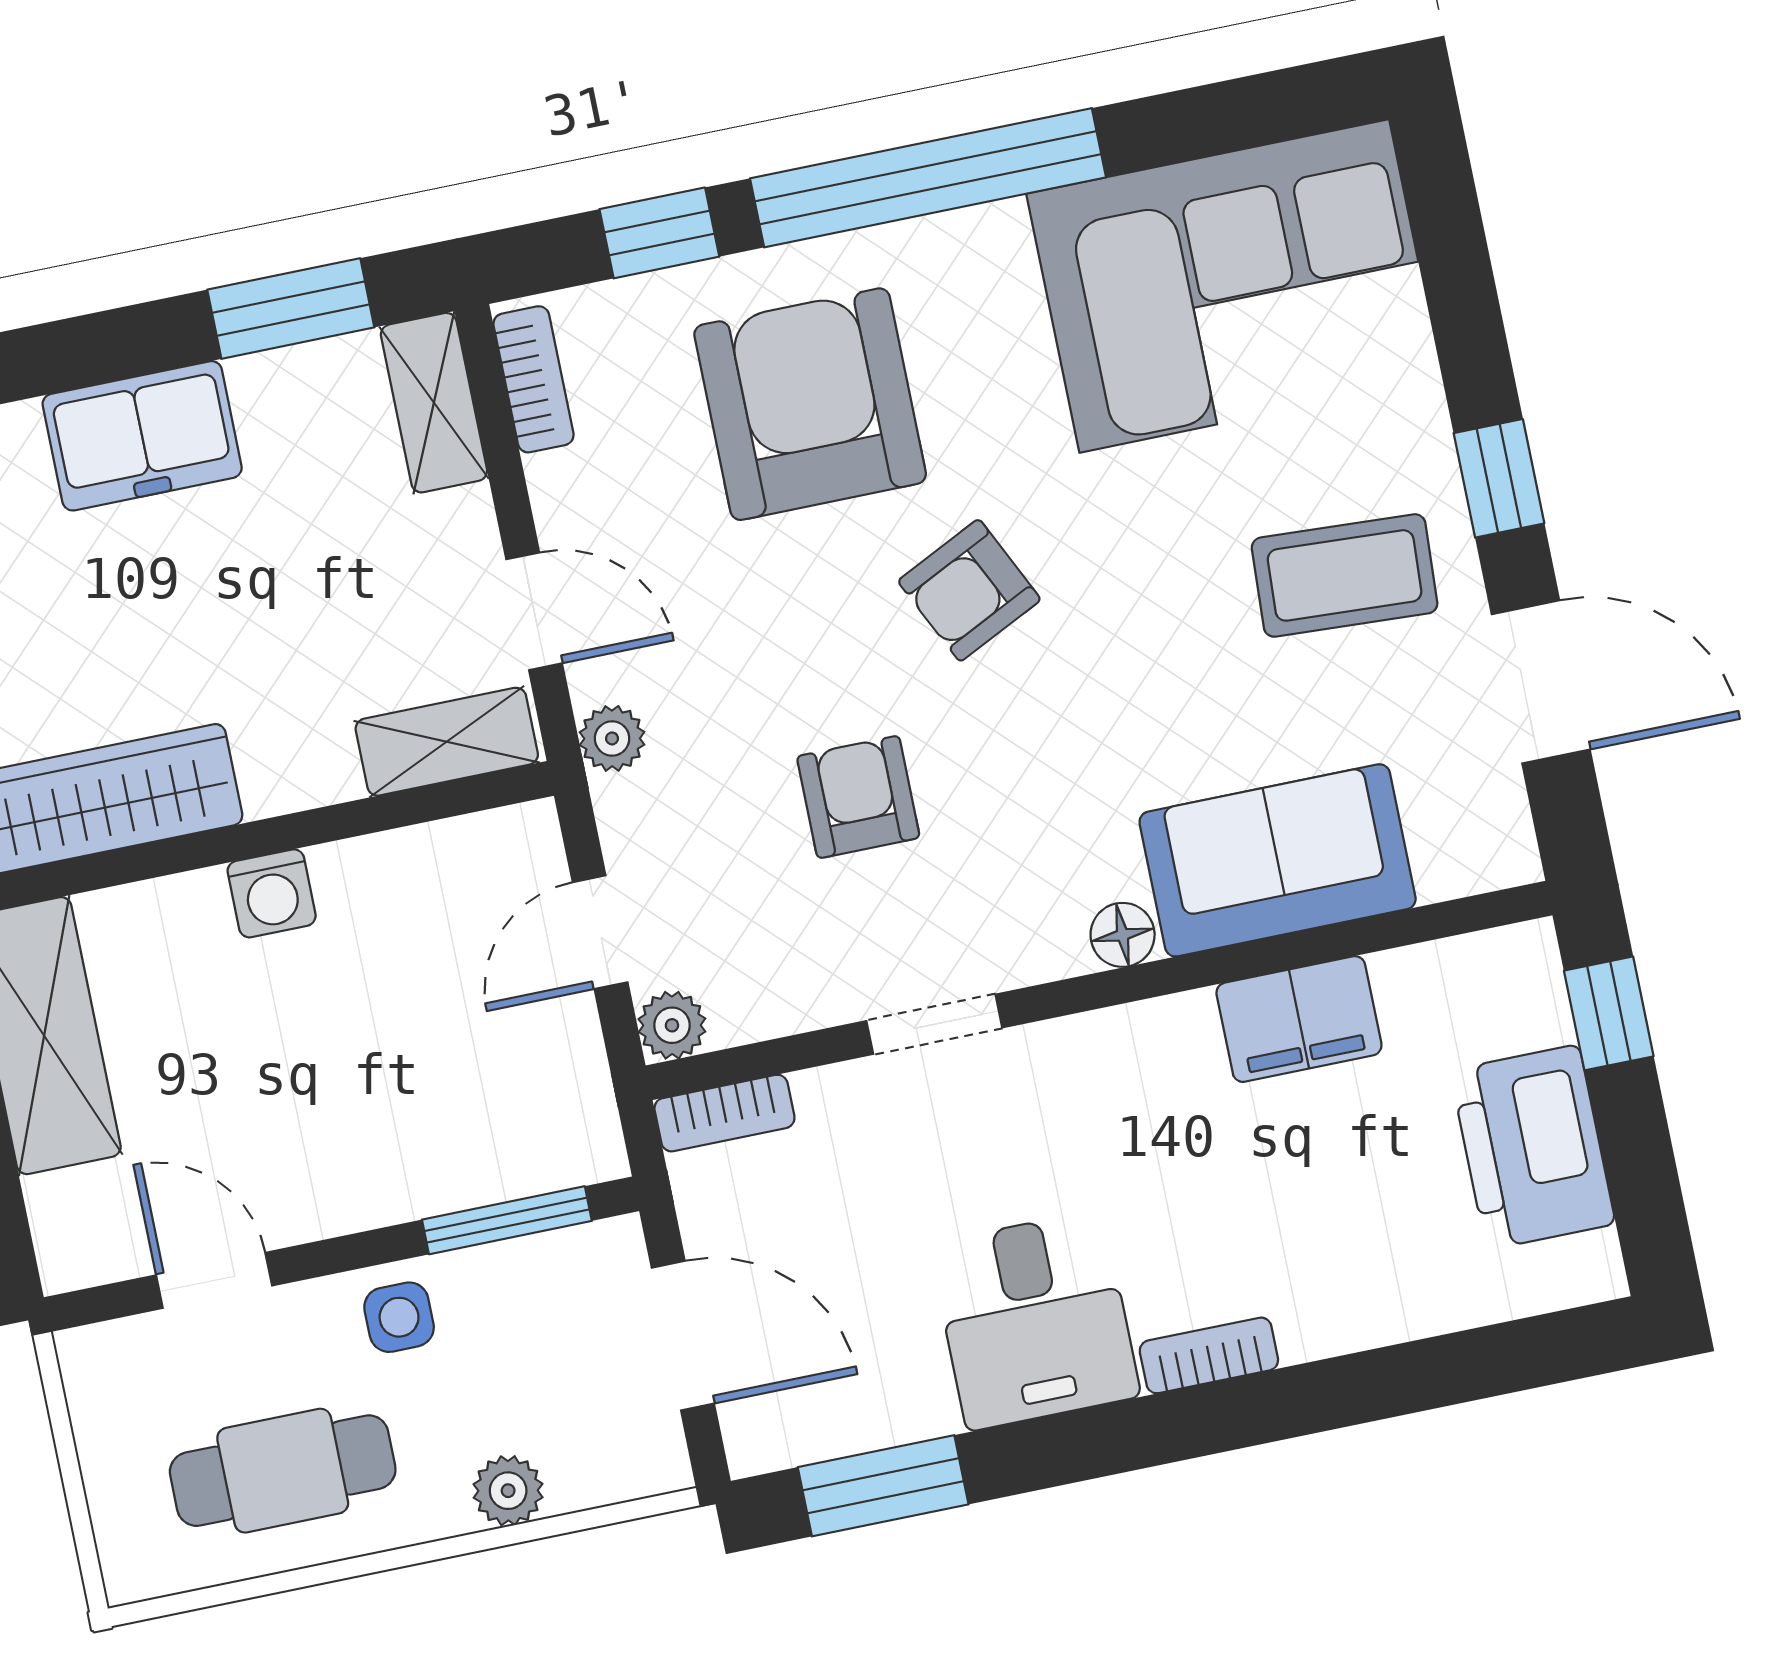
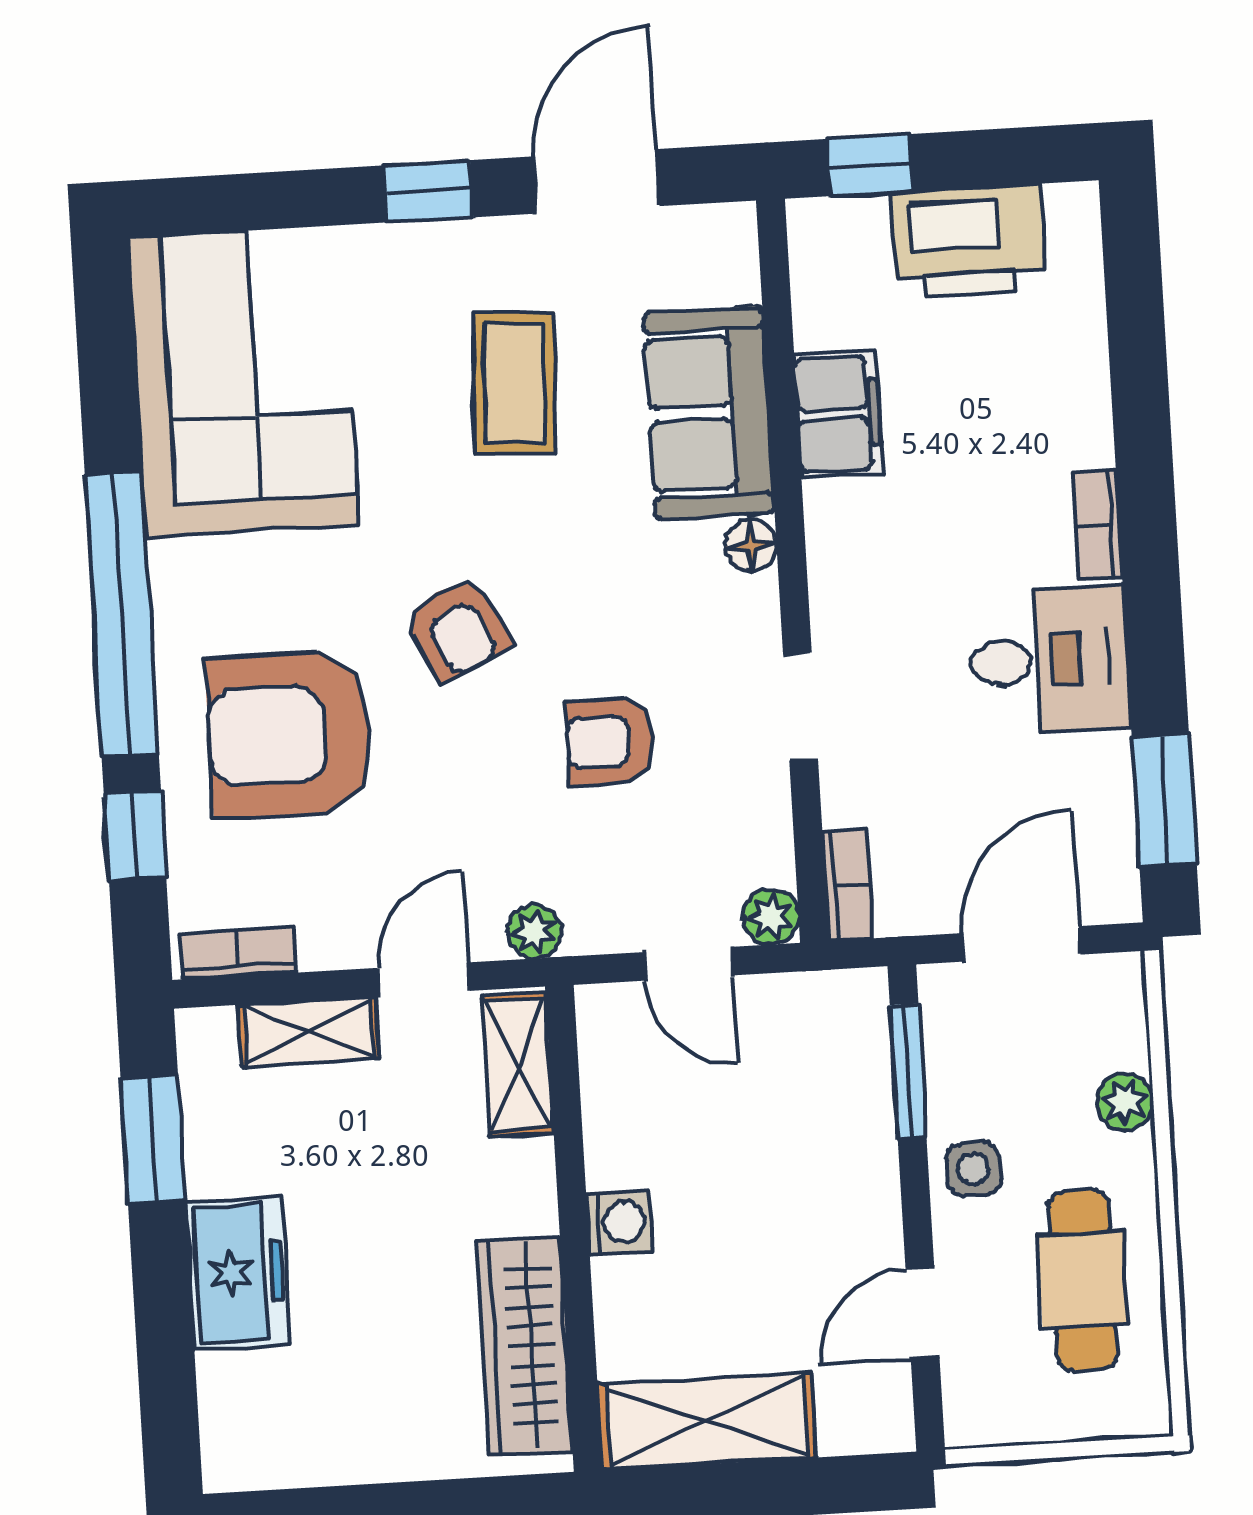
shelving: (434, 403) -> (309, 1032), moved
coffee table: (1345, 575) -> (514, 383), moved

